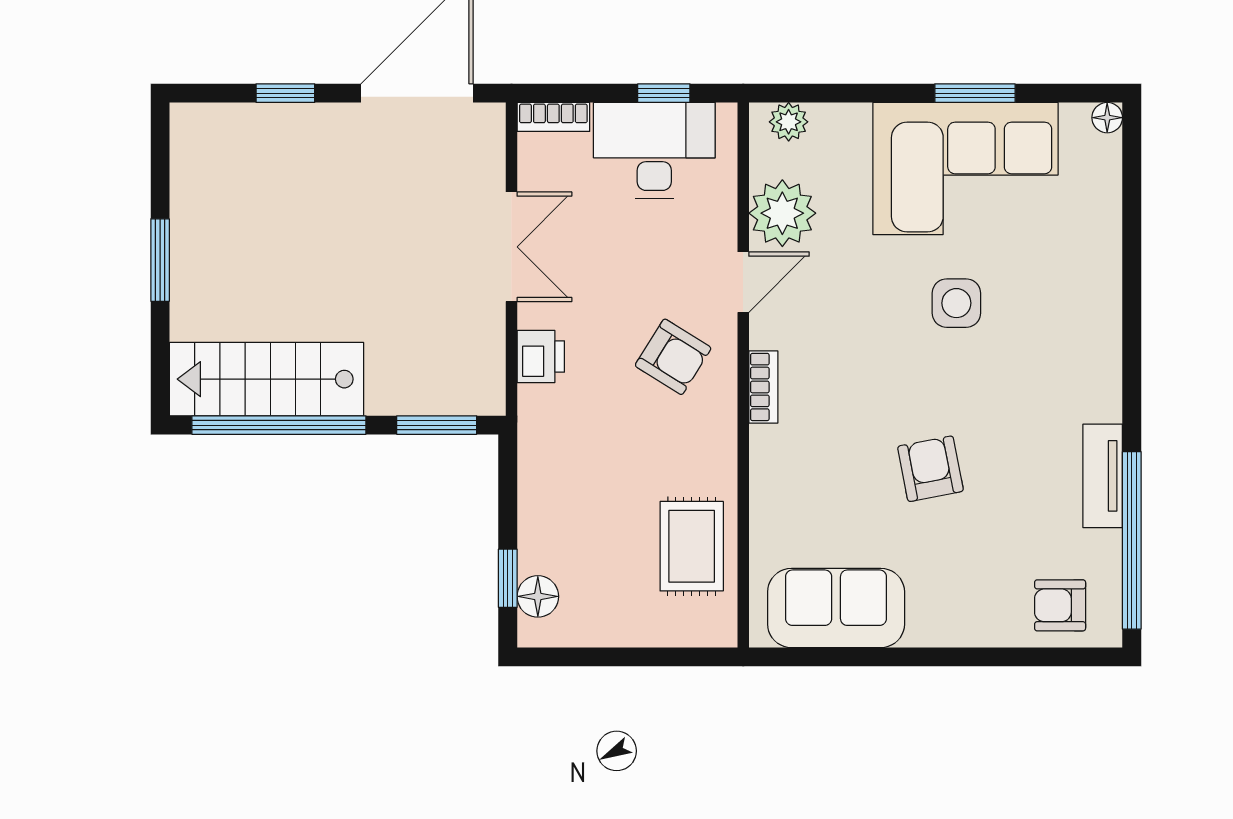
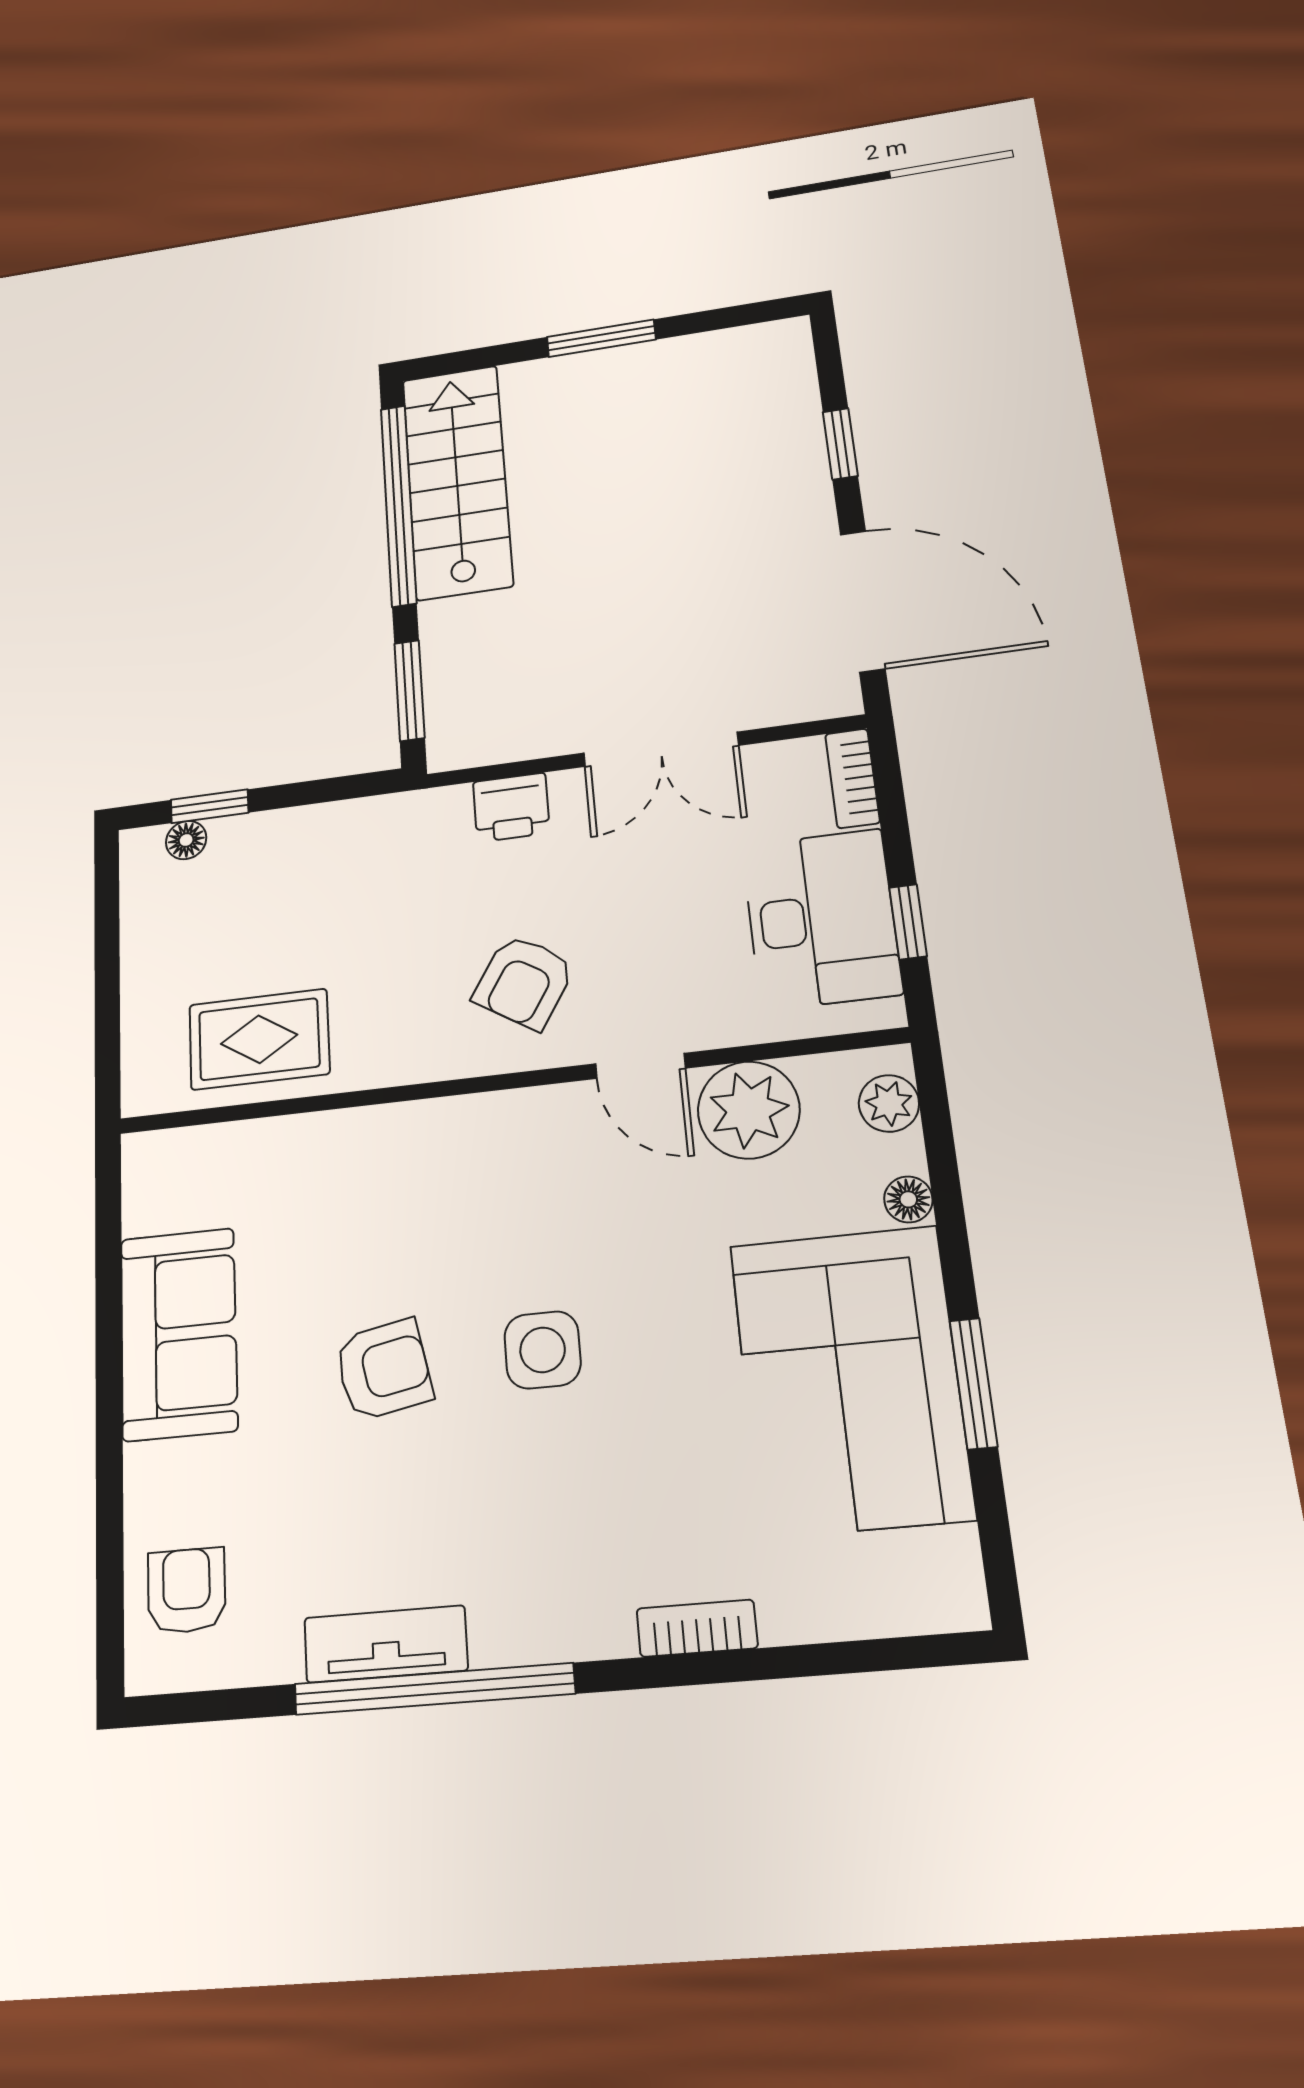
floor lamp: (1107, 118) -> (908, 1199), moved
side table: (956, 303) -> (543, 1350), moved
bookcase: (763, 387) -> (697, 1628), moved, turned 180
window: (1132, 540) -> (434, 1689), moved
floor lamp: (538, 596) -> (186, 840), width x0.73, depth x0.73
sofa: (836, 608) -> (179, 1334), moved

